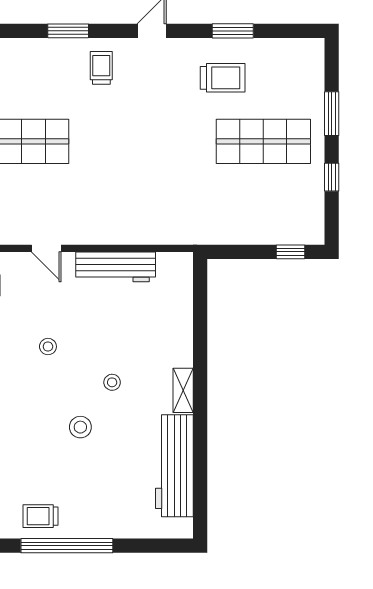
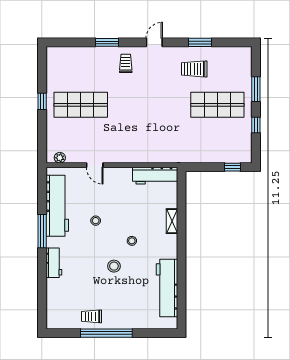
trolley: (223, 78) -> (194, 69), turned 180
workbench: (116, 267) -> (155, 176), moved
shelving: (183, 390) -> (172, 221), moved

